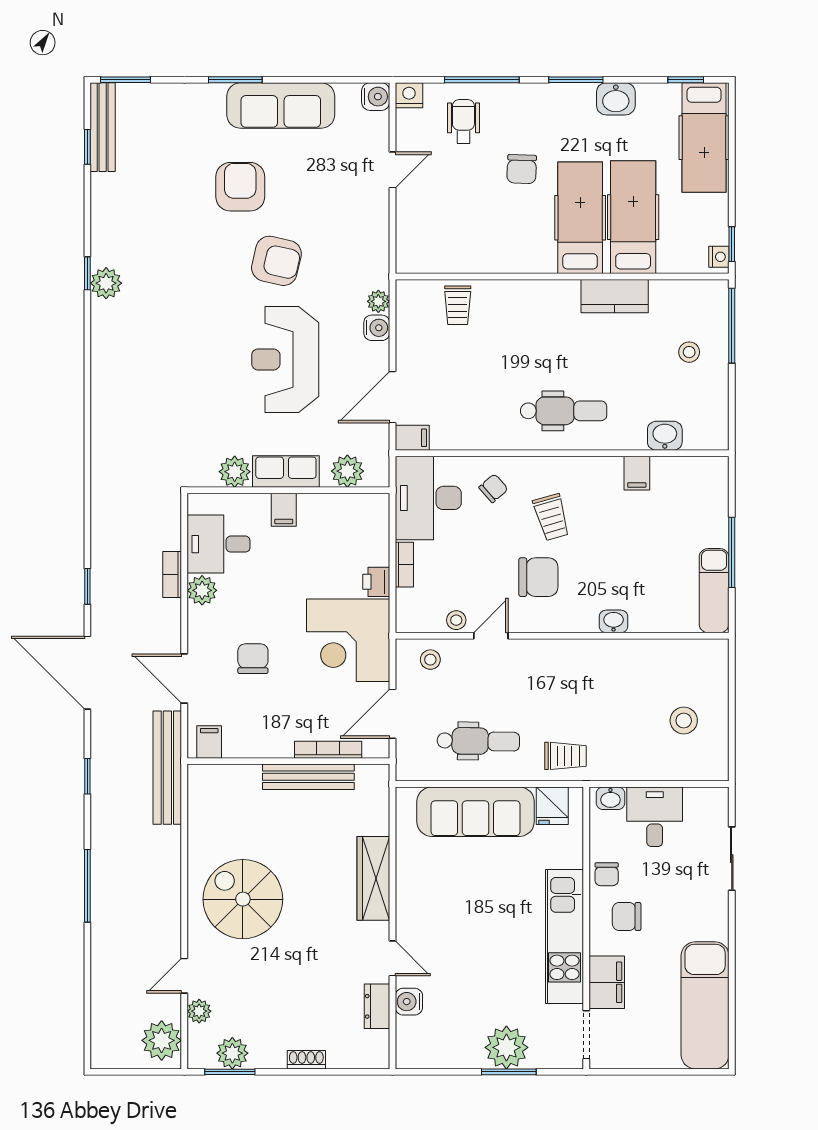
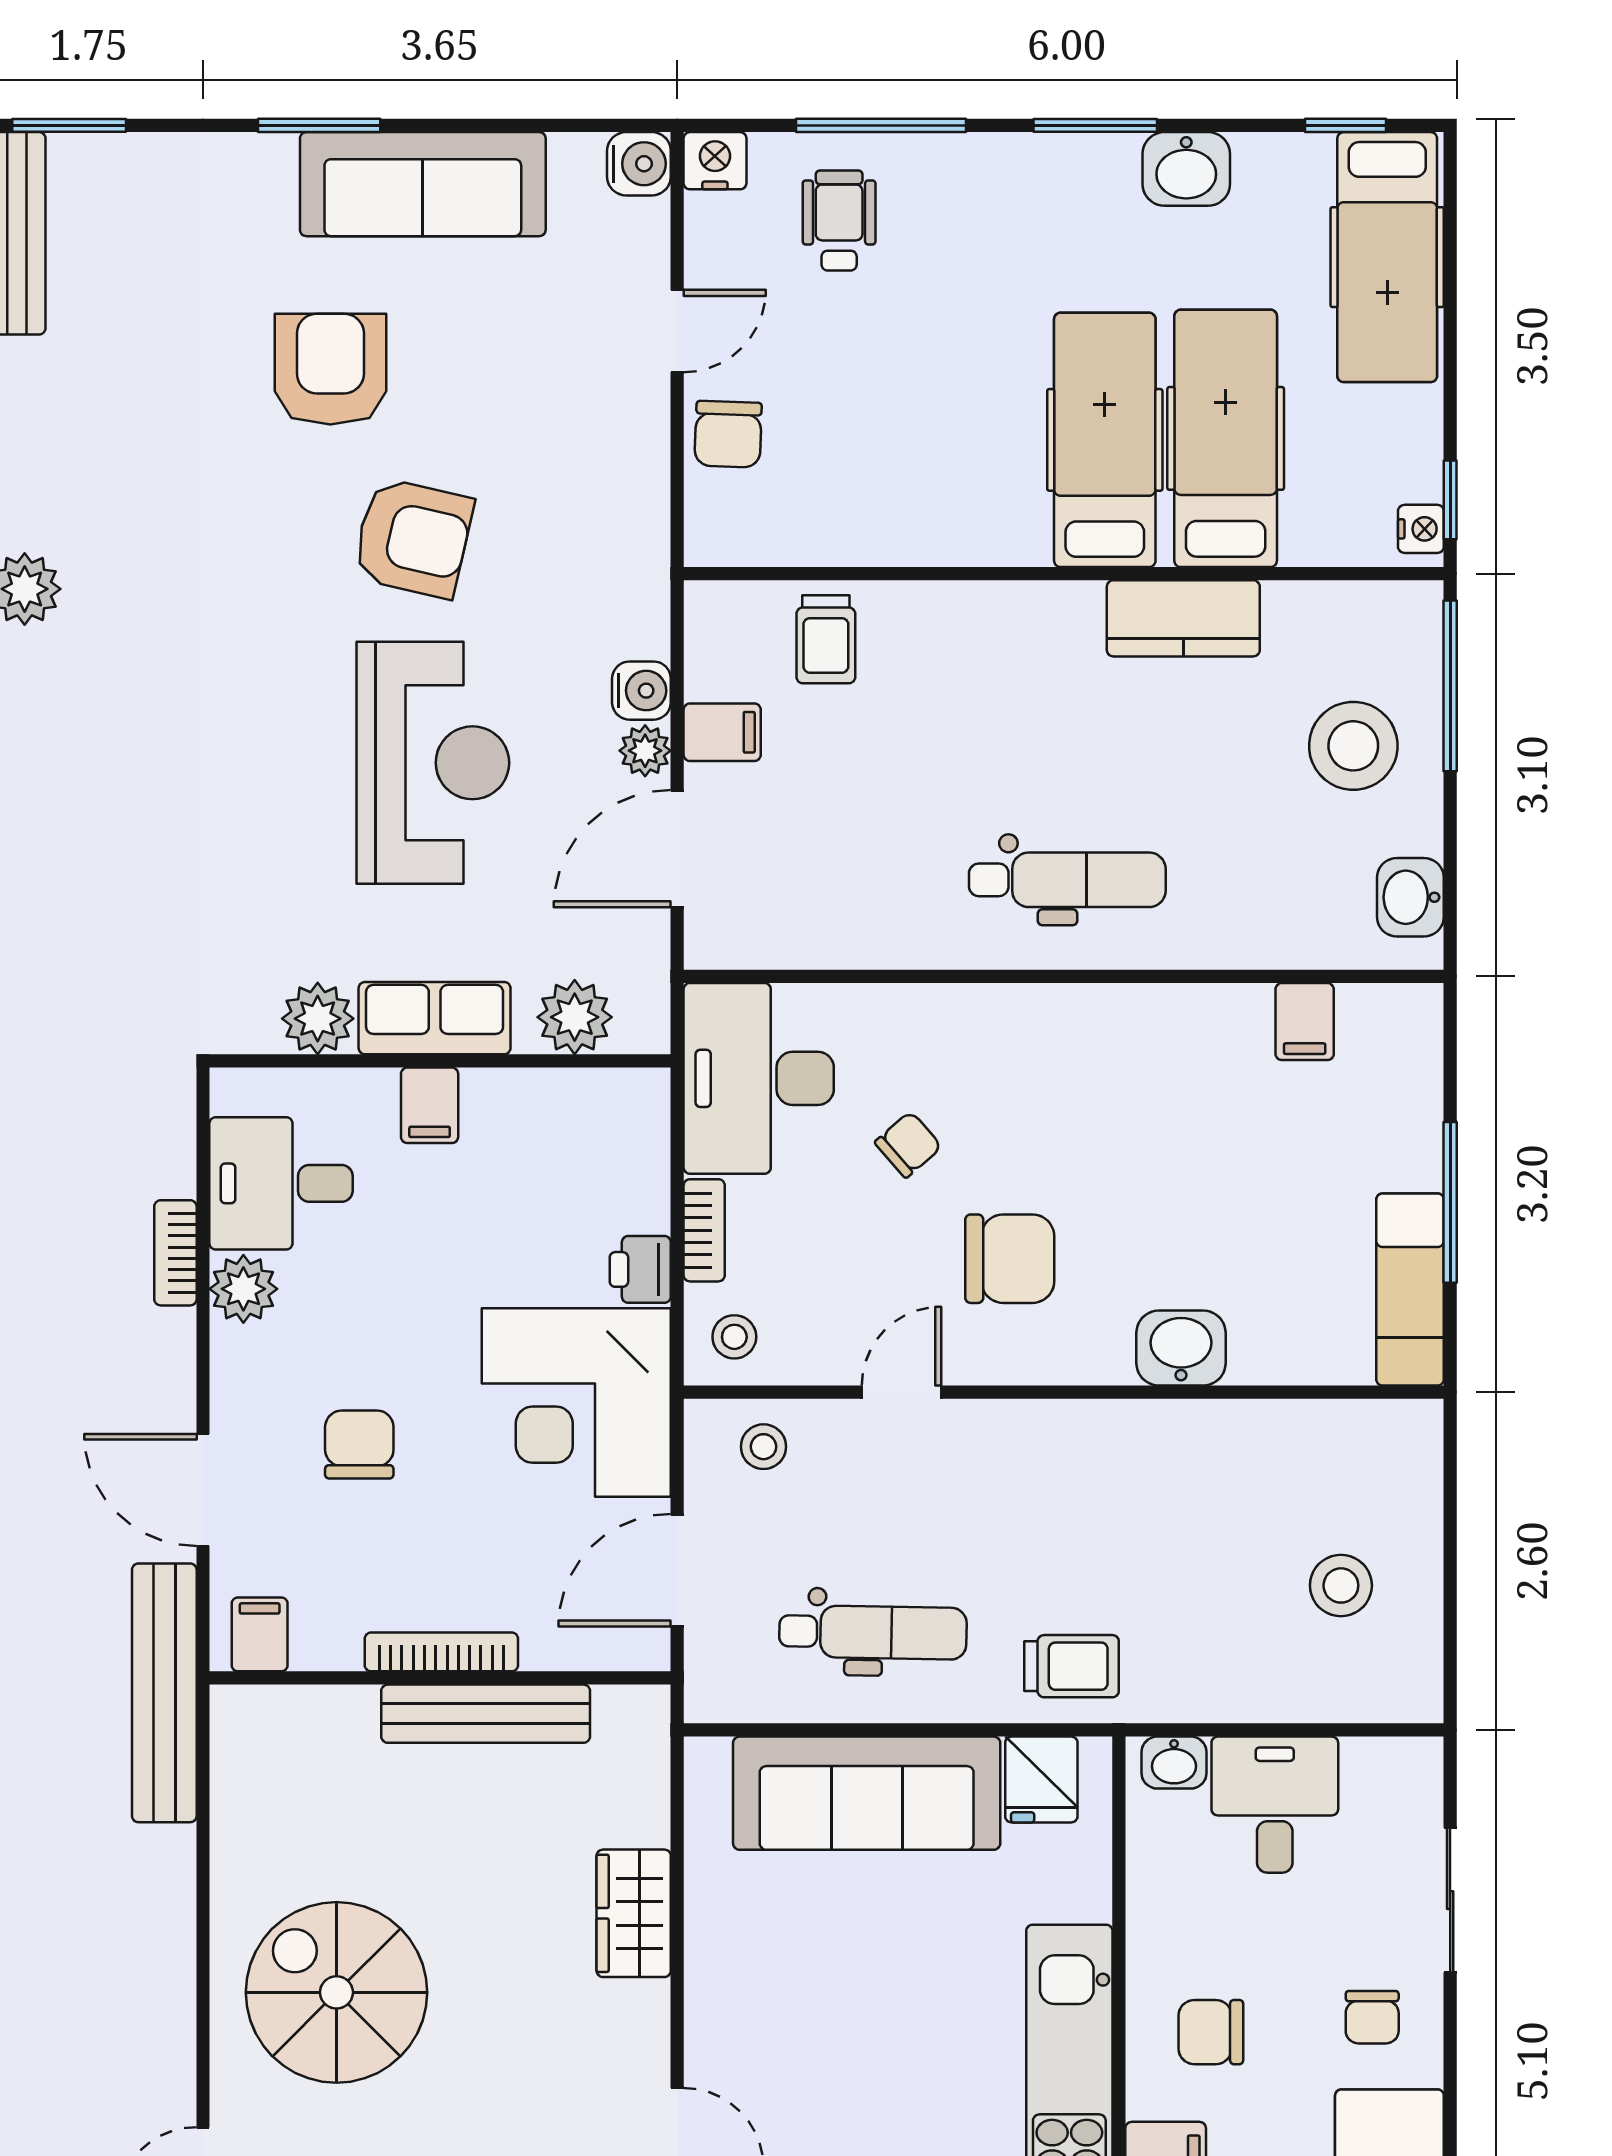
chair: (522, 169) -> (728, 434), moved
plant: (378, 301) -> (645, 751), moved
stool: (689, 352) -> (1353, 746), width x1.89, depth x1.89
reception desk: (285, 359) -> (433, 763), turned 180
washbasin: (665, 436) -> (1410, 897), moved, turned -90
filing cabinet: (412, 438) -> (722, 732), moved
filing cabinet: (637, 473) -> (1305, 1022), moved
chair: (493, 488) -> (908, 1145), moved
trolley: (551, 517) -> (1039, 1122), removed
stool: (456, 620) -> (734, 1337), moved
washbasin: (614, 621) -> (1181, 1348), width x1.38, depth x1.45
bookcase: (328, 750) -> (441, 1652), moved
chair: (607, 874) -> (1372, 2017), moved
wardrobe: (373, 878) -> (634, 1913), width x0.67

